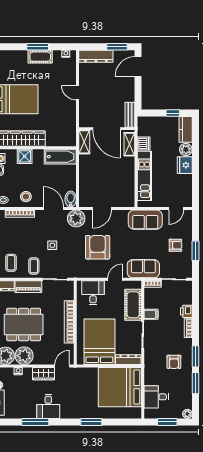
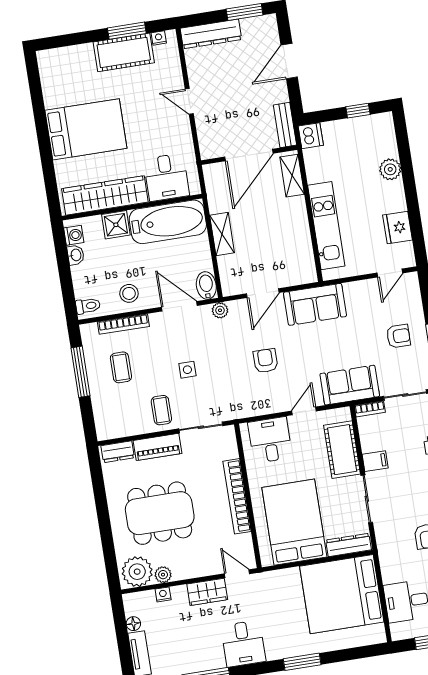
window: (38, 47) -> (127, 31), moved
cot: (40, 57) -> (124, 52), width x1.37, depth x1.34
door: (138, 67) -> (289, 61), moved
door: (107, 129) -> (249, 155), hinge flipped
kitchen counter: (186, 129) -> (384, 135), removed
desk: (58, 134) -> (166, 177), added
shelving: (84, 142) -> (222, 234), moved
dishwasher: (144, 143) -> (311, 136), moved
bathtub: (60, 157) -> (168, 222), width x1.36, depth x1.36
fridge: (185, 165) -> (397, 227), moved
plant: (76, 218) -> (220, 310), width x0.53, depth x0.53
sofa: (145, 220) -> (315, 304), moved
armchair: (98, 247) -> (265, 361), width x0.53, depth x0.53
coffee table: (11, 263) -> (121, 367), moved
plant: (24, 356) -> (163, 575), width x0.53, depth x0.53
door: (62, 366) -> (237, 574), hinge flipped
desk: (48, 406) -> (243, 644), moved

